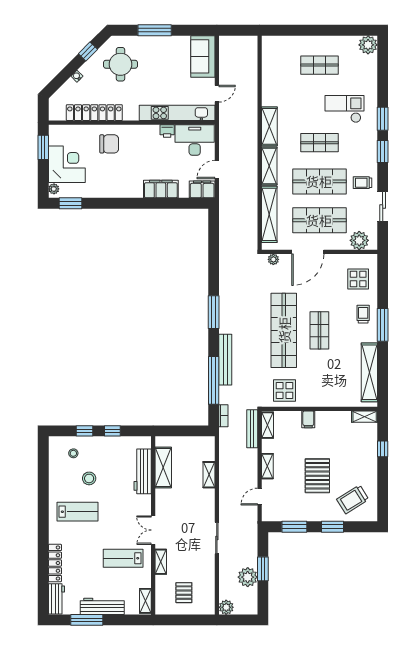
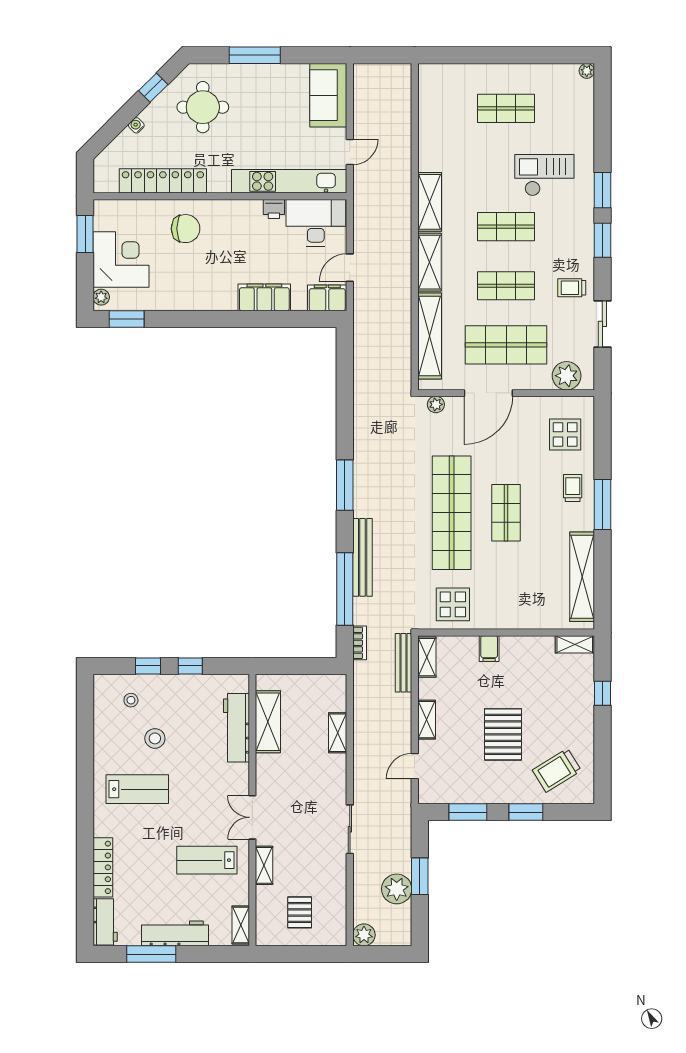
plant: (368, 45) -> (587, 71), width x0.53, depth x0.53
shop shelf: (319, 181) -> (506, 286), width x0.70, depth x0.74

